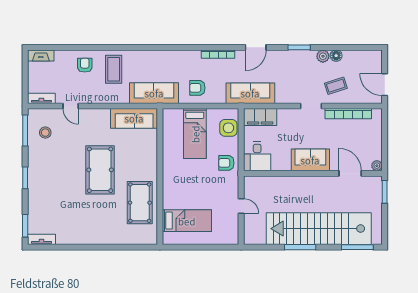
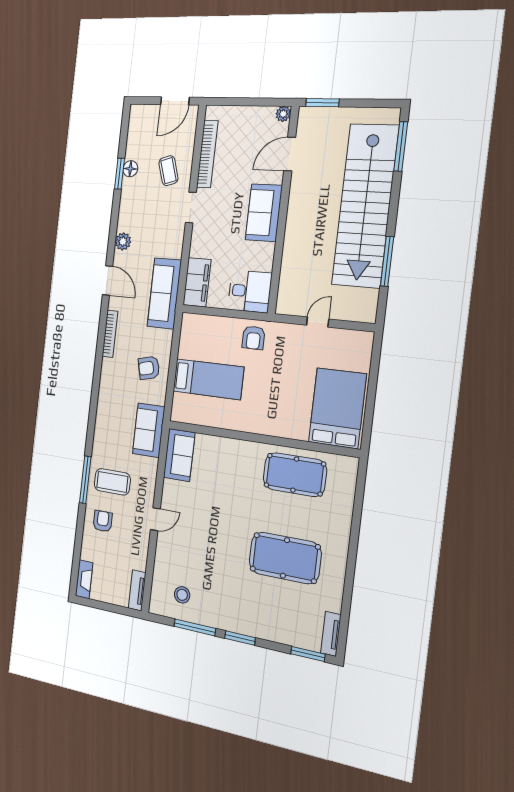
window: (112, 47) -> (85, 480), added
window: (299, 47) -> (119, 174), moved
plant: (323, 56) -> (123, 241), moved
armchair: (85, 65) -> (103, 521), turned 90
armchair: (197, 88) -> (149, 368), turned 76
sofa: (154, 93) -> (149, 430), width x0.73
door: (71, 106) -> (155, 519), moved
sofa: (134, 118) -> (179, 455), width x0.73
side table: (228, 128) -> (206, 329), removed
window: (25, 130) -> (195, 627), moved
pool table: (100, 170) -> (285, 558), moved
bed: (187, 221) -> (337, 408), width x1.50
window: (300, 247) -> (387, 261), moved

